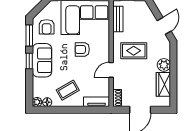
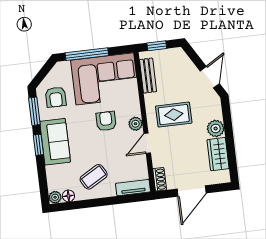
armchair: (82, 49) -> (106, 121), turned 90
plant: (104, 54) -> (135, 124), added

